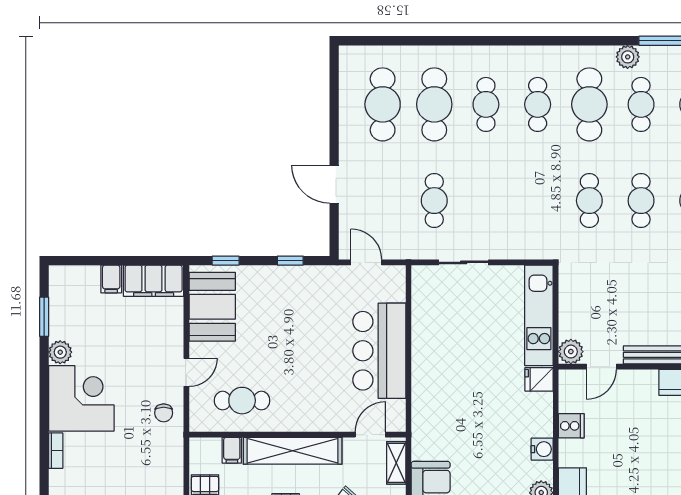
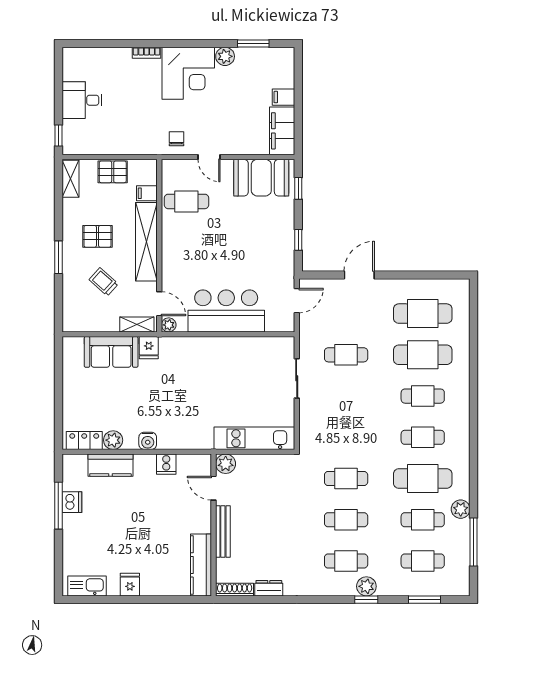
fridge: (539, 379) -> (149, 348), moved, turned 180
cafe table: (242, 401) -> (186, 201), turned 90
chair: (164, 413) -> (177, 139), turned 90
plant: (397, 423) -> (169, 325), added

